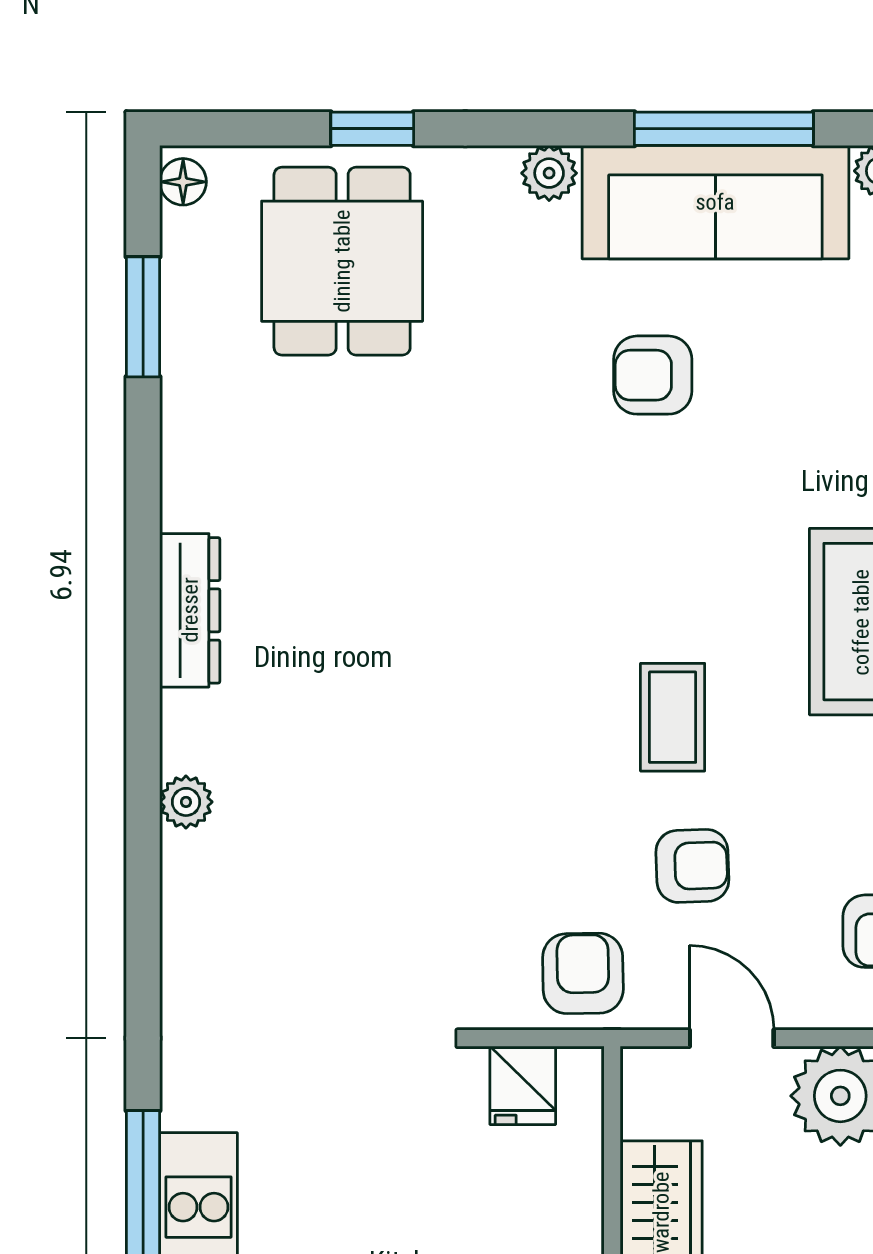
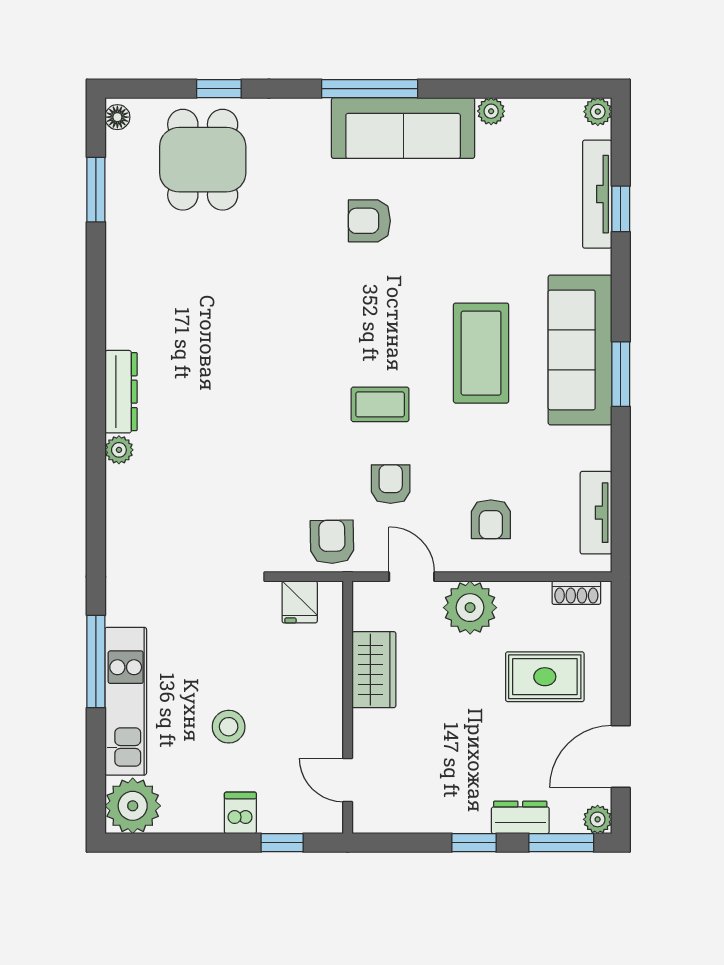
window: (724, 129) -> (370, 89), moved
plant: (549, 173) -> (314, 112), removed
dresser: (190, 610) -> (121, 392), moved
coffee table: (673, 717) -> (380, 404), turned 90
armchair: (692, 866) -> (391, 484), turned -88

